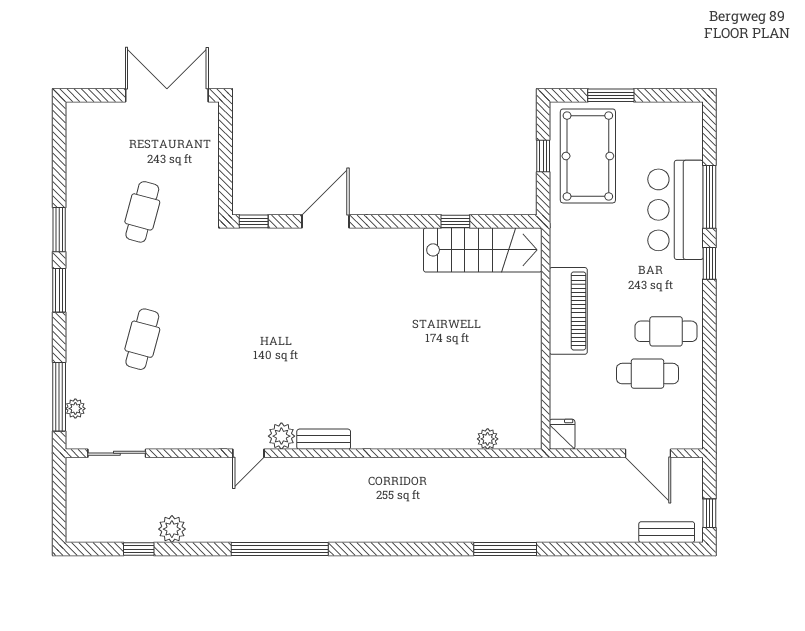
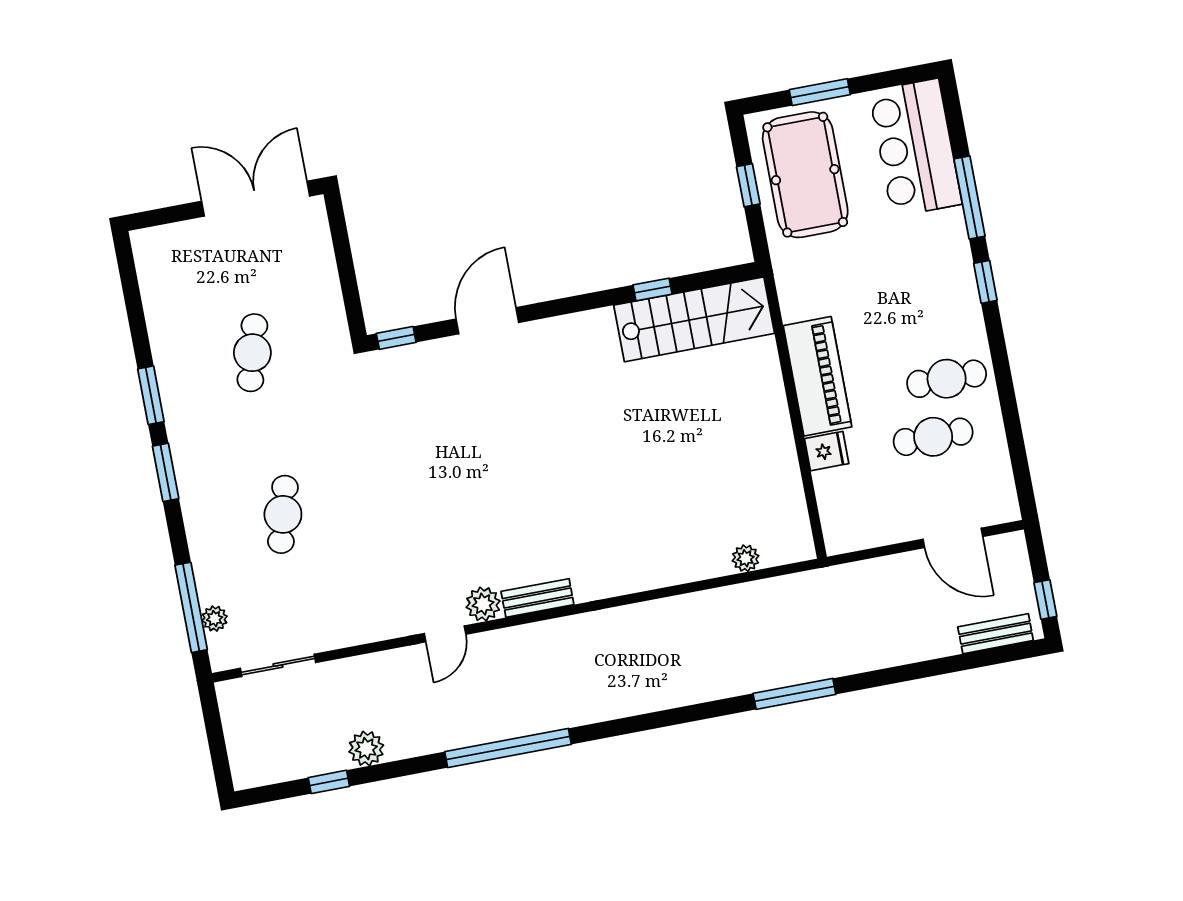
bar counter: (676, 210) -> (915, 148), moved
fridge: (562, 434) -> (827, 451), moved, turned 90

